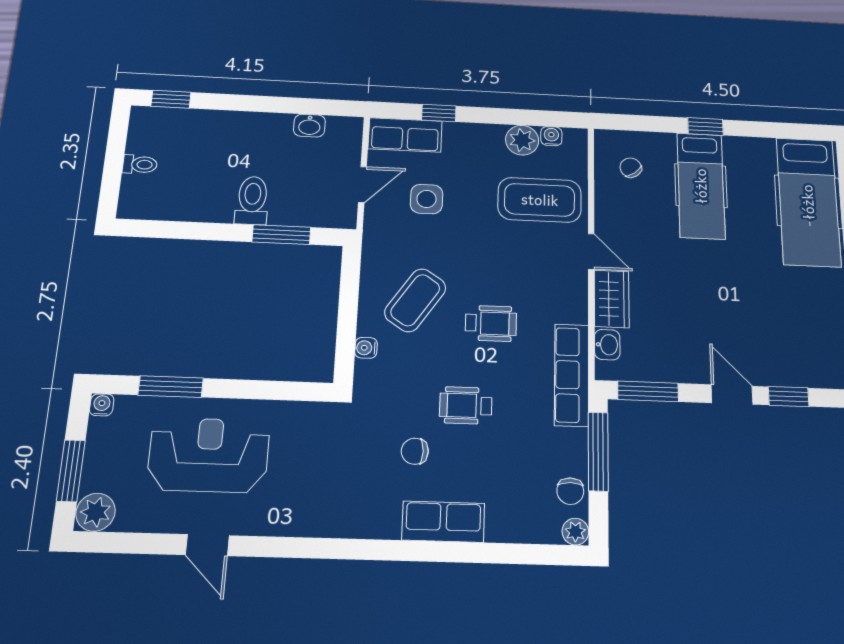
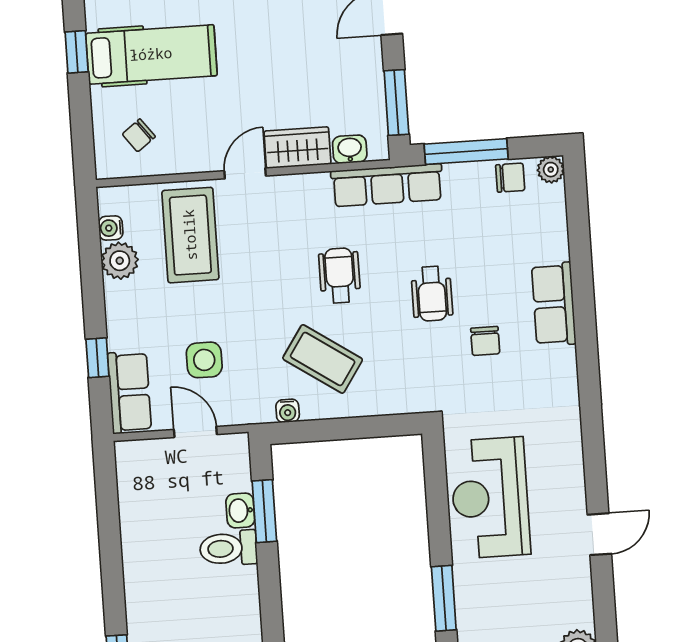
washbasin: (309, 126) -> (240, 510), moved, turned 180
water cooler: (366, 348) -> (288, 411), moved
reception desk: (209, 455) -> (490, 498), moved

